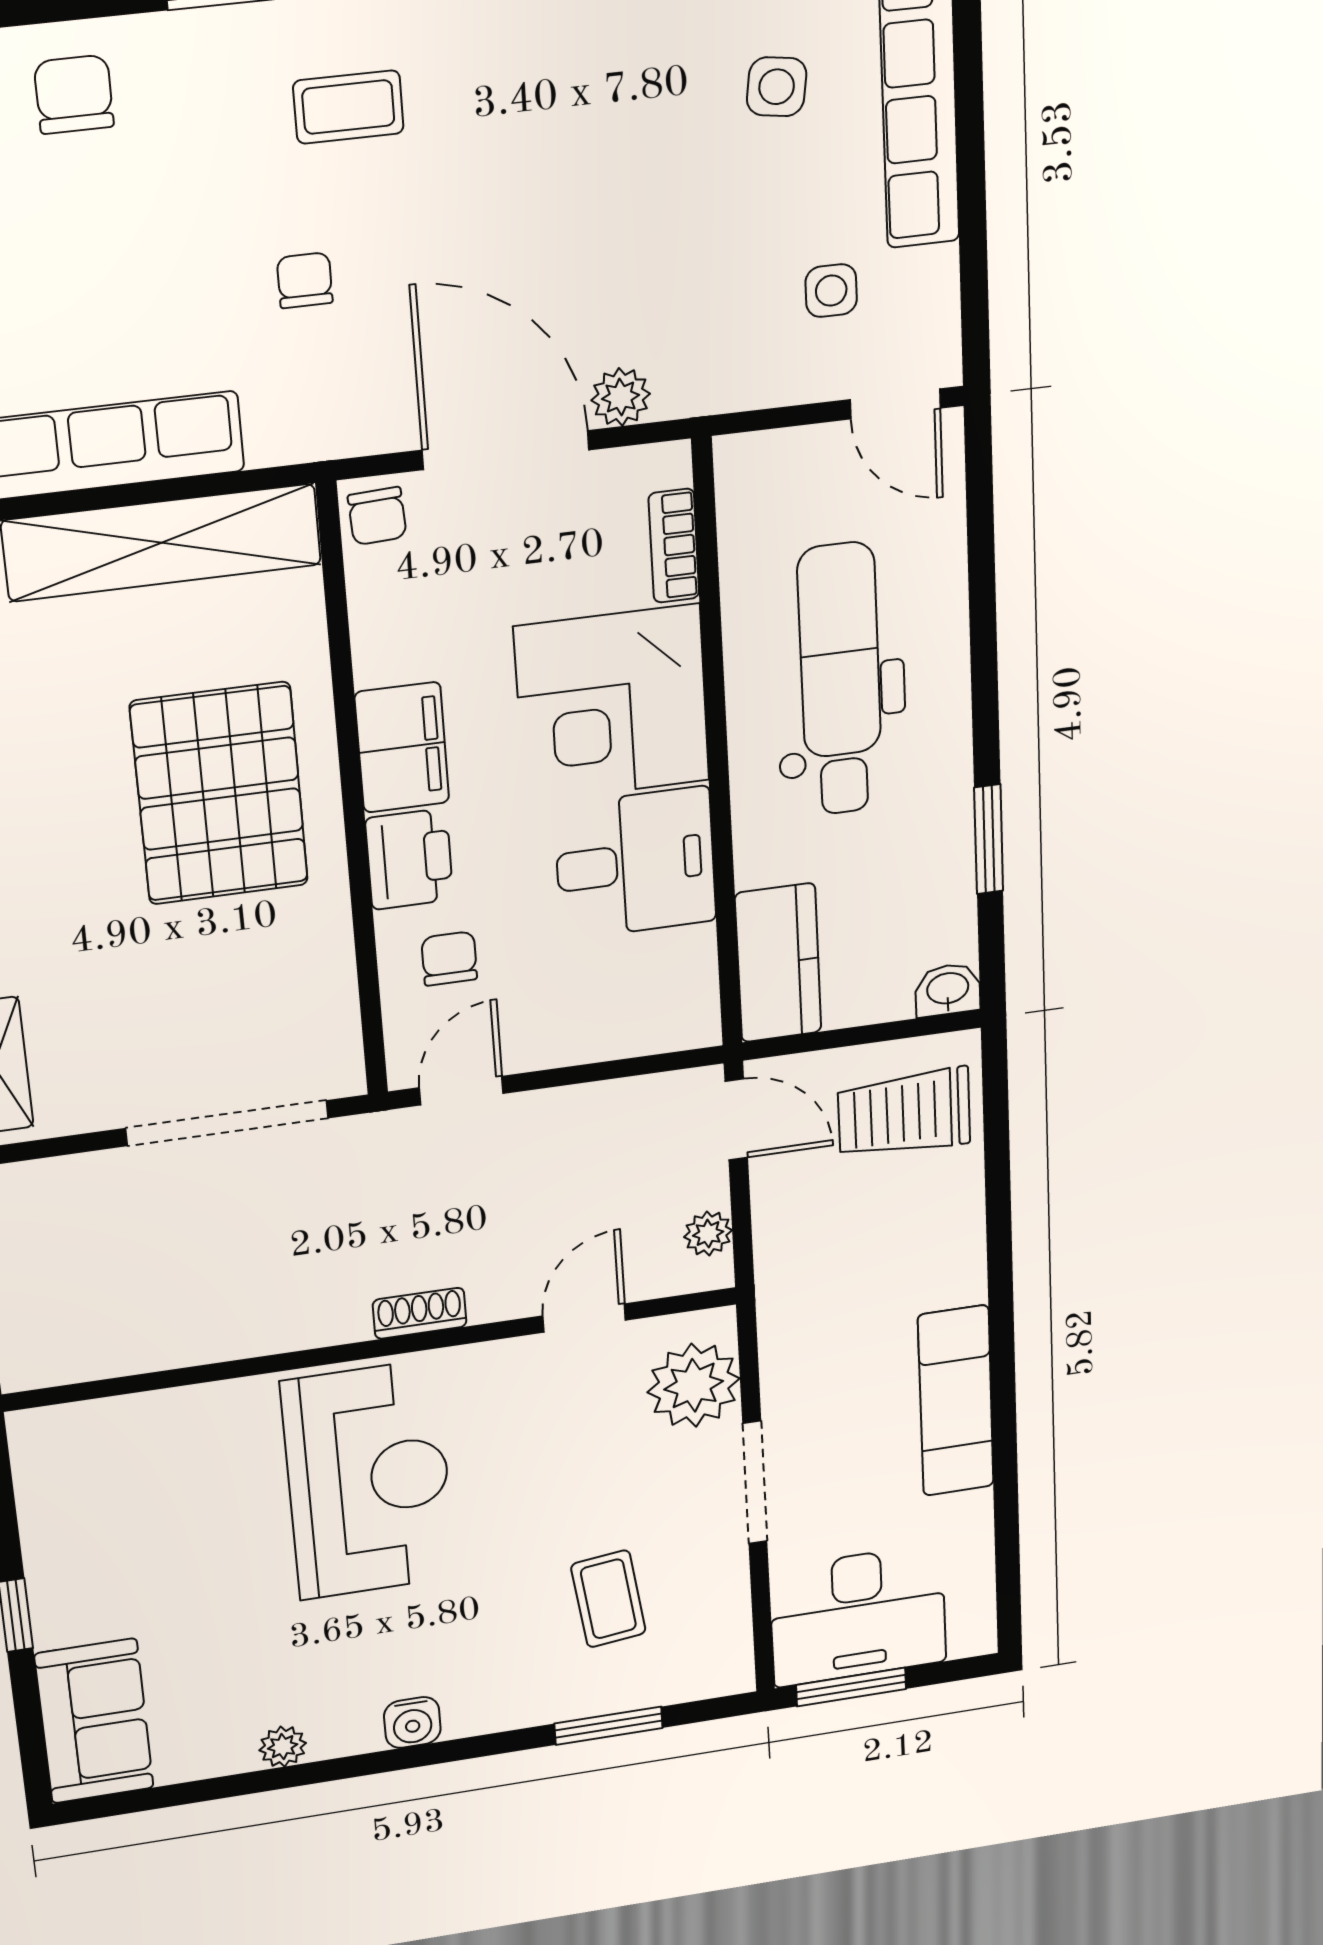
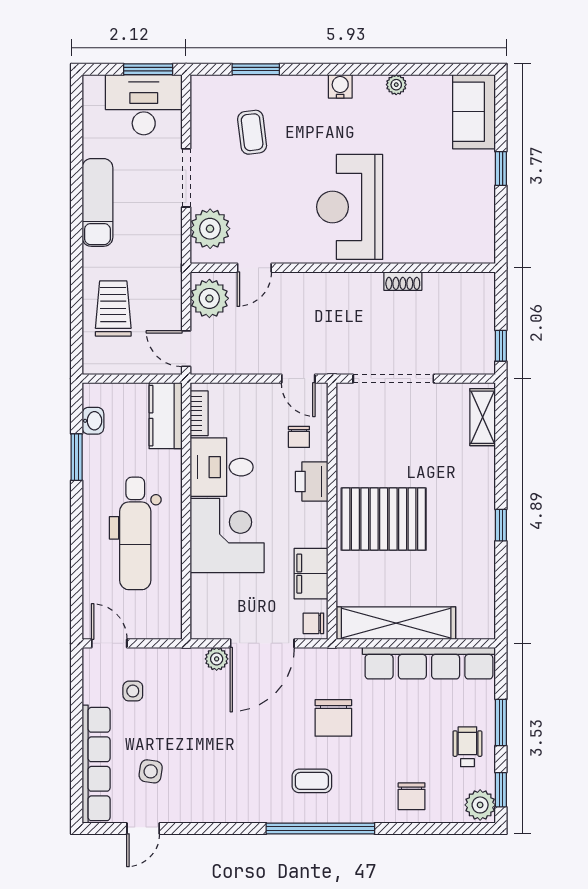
chair: (305, 280) -> (333, 718), width x1.87, depth x1.87
door: (506, 450) -> (262, 643), hinge flipped
chair: (377, 516) -> (313, 623), turned -87
bookcase: (674, 546) -> (199, 413), moved
filing cabinet: (402, 747) -> (311, 574), moved
pallet: (219, 794) -> (384, 519), turned 90
washbasin: (948, 990) -> (93, 421), moved, turned -90
door: (461, 1091) -> (298, 379), hinge flipped
trolley: (904, 1113) -> (113, 308), moved, turned -90
plant: (708, 1234) -> (209, 298), width x1.88, depth x1.88
shoe rack: (420, 1313) -> (403, 281), moved

